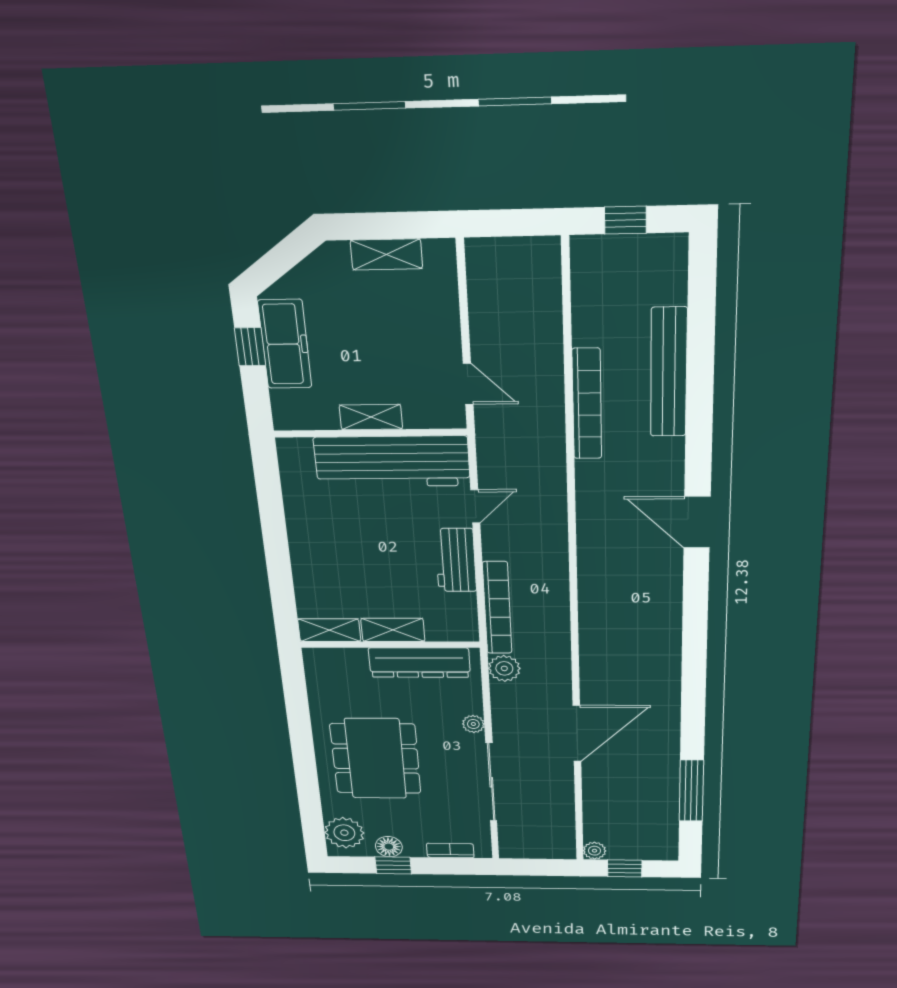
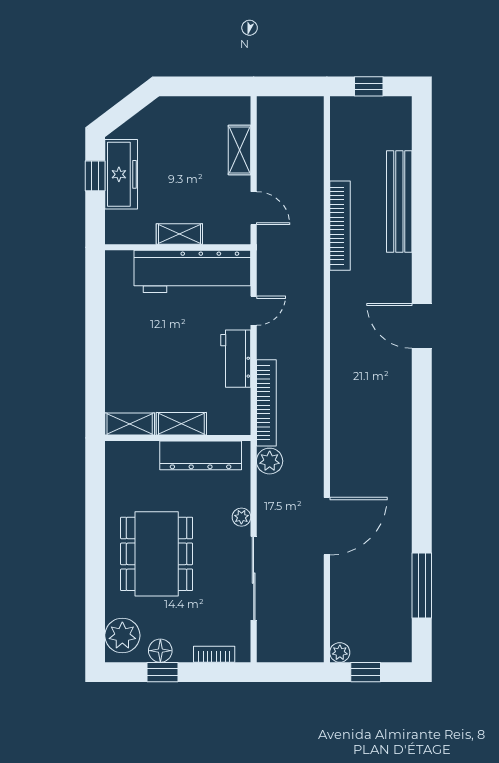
shelving: (386, 254) -> (239, 150), moved, turned 90

